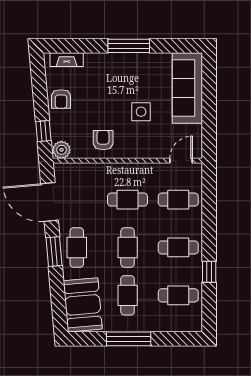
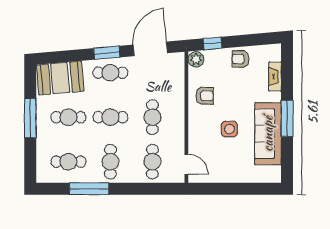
fireplace: (67, 60) -> (275, 77), moved
sofa: (187, 88) -> (268, 134), moved, turned -90
window: (209, 272) -> (89, 189), width x2.17
cafe table: (178, 295) -> (68, 162), turned 90

